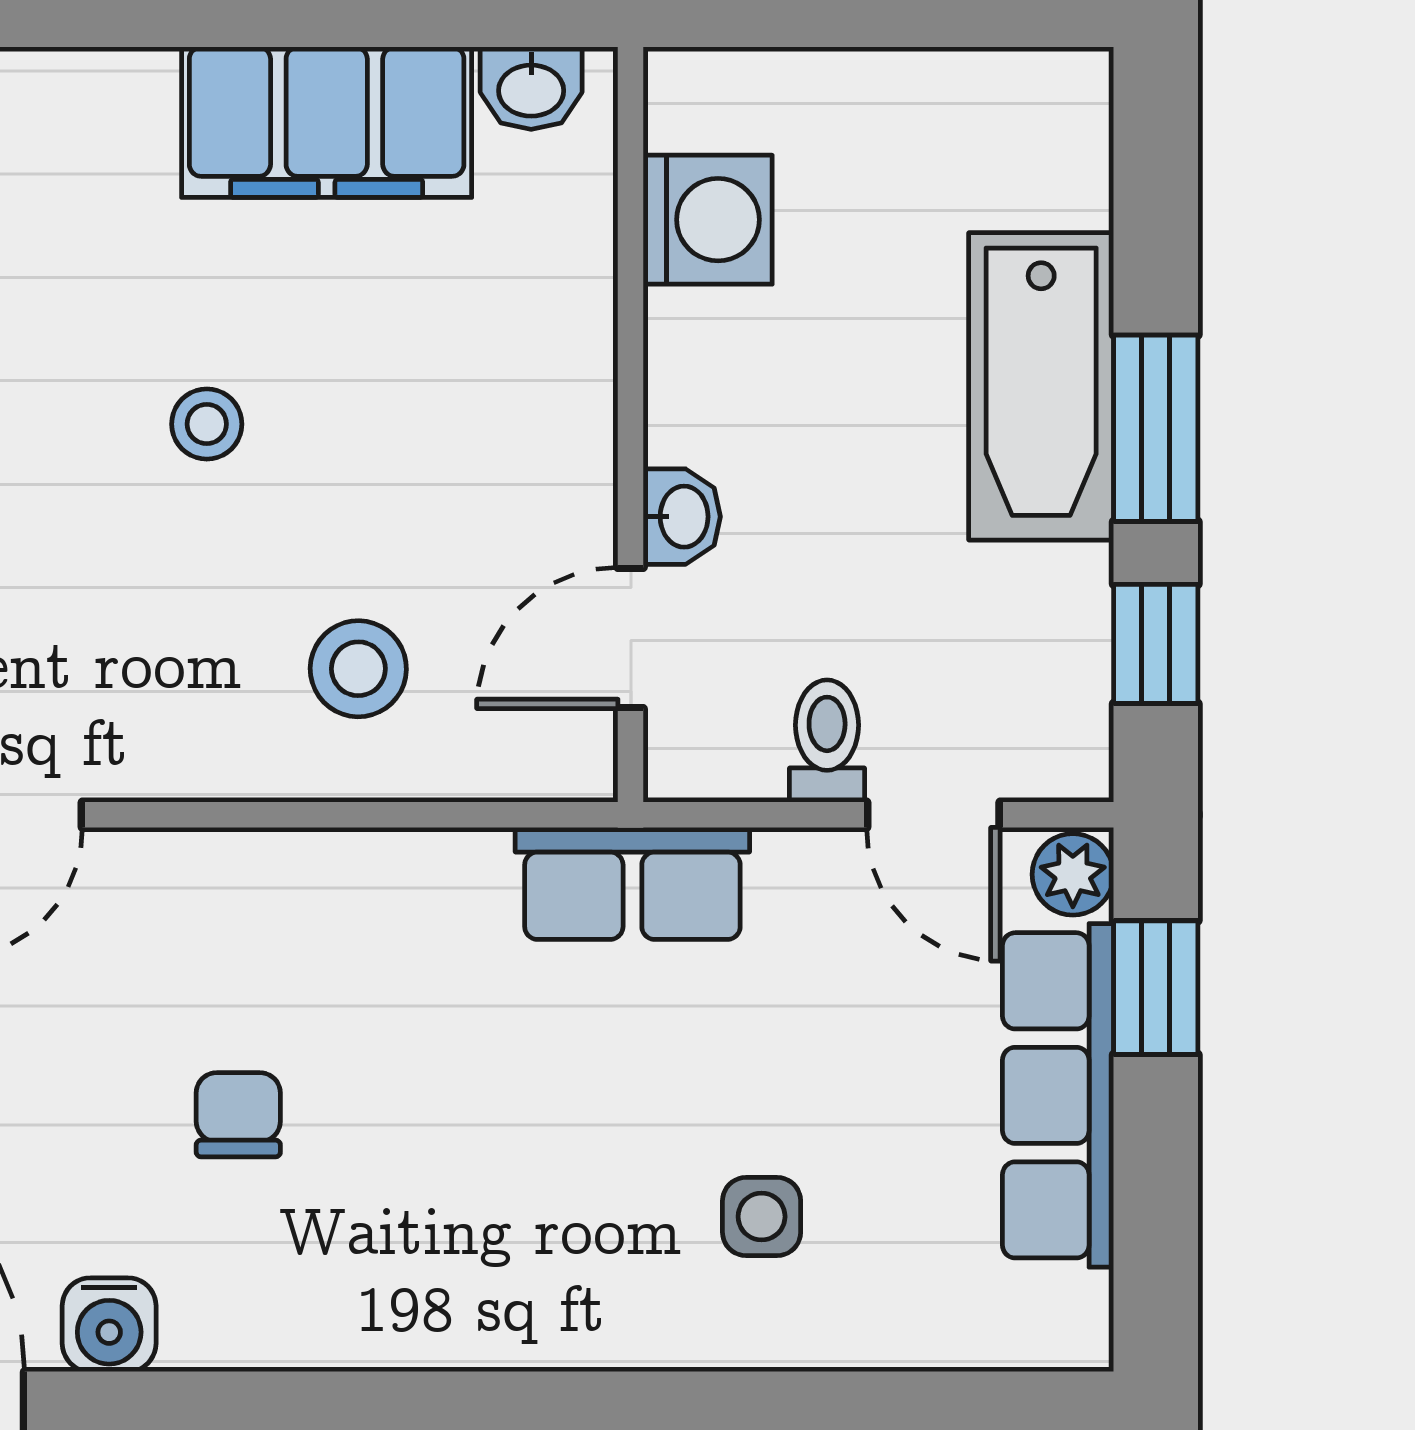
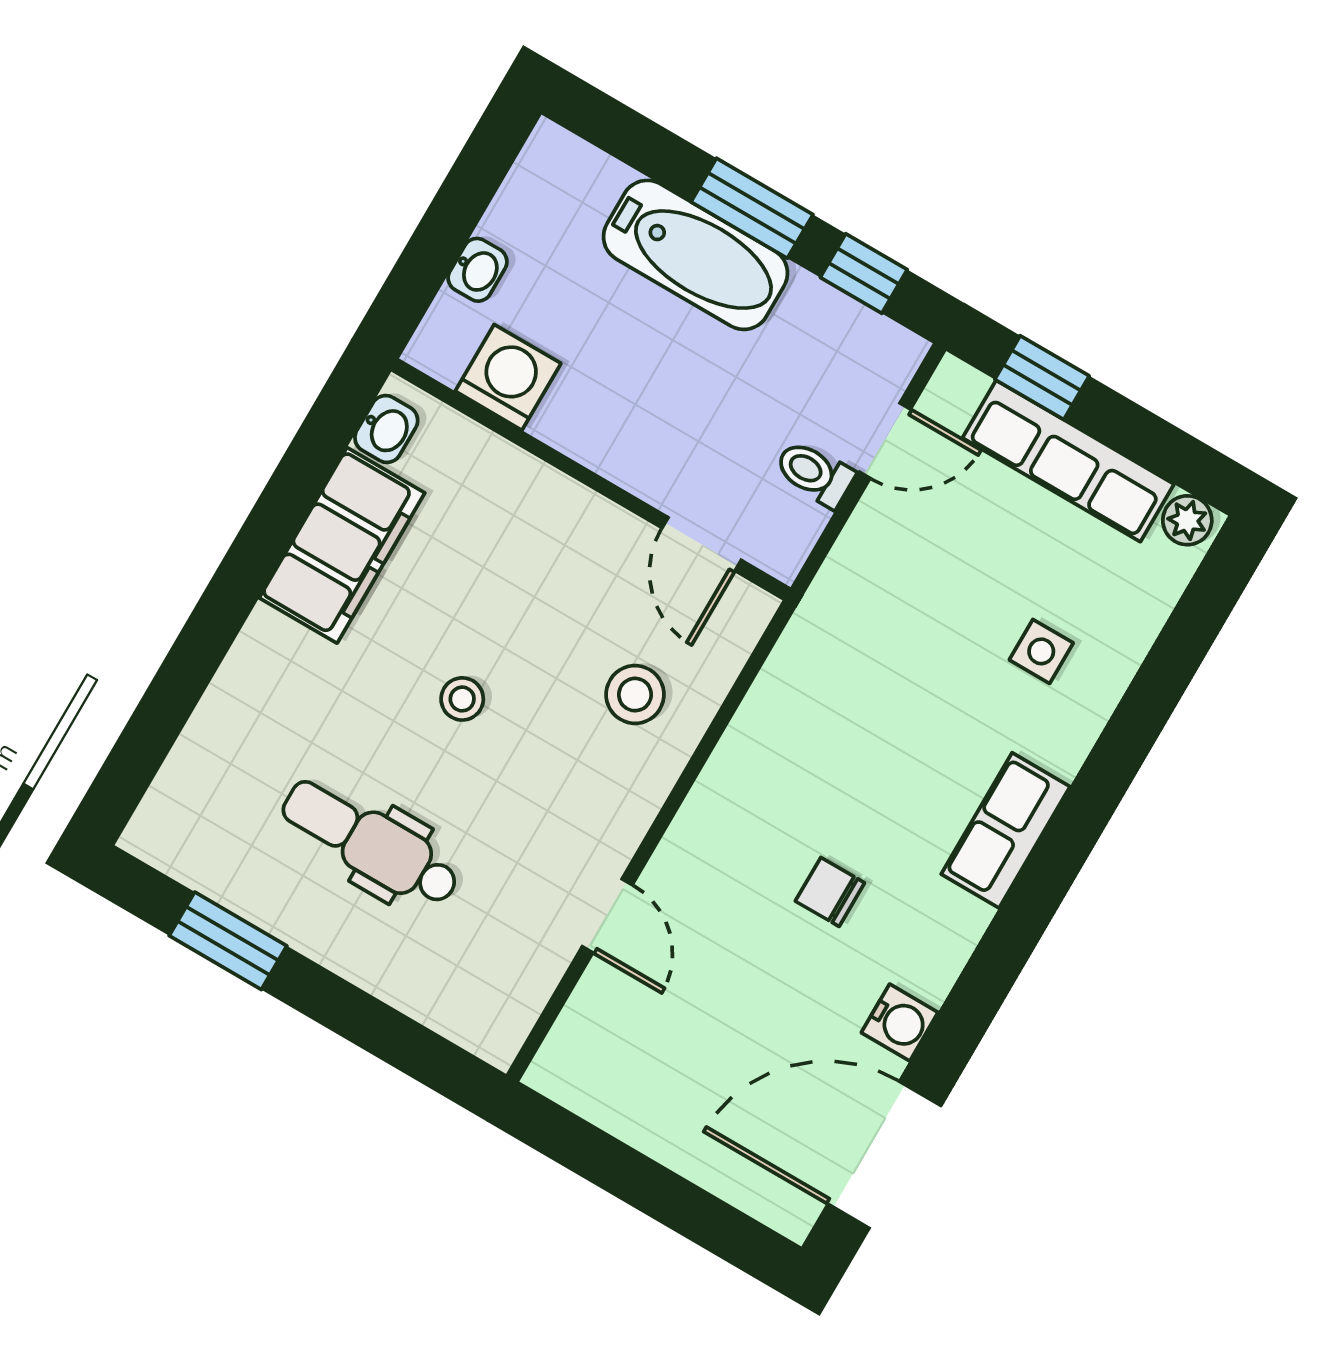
washbasin: (682, 517) -> (478, 270), moved, turned 90
plant: (1073, 874) -> (1187, 520), moved
row of seats: (632, 883) -> (1006, 830), moved, turned 180

